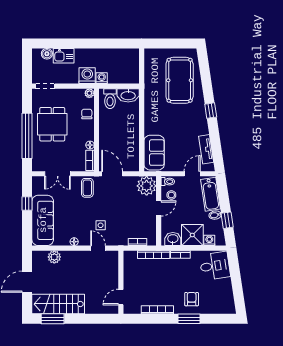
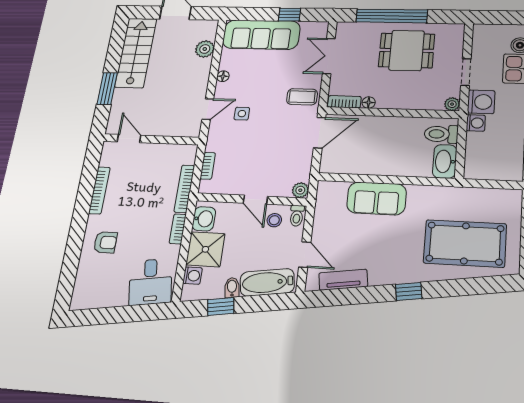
doorway: (45, 86) -> (466, 72), moved
chair: (87, 114) -> (419, 99), removed
sofa: (154, 153) -> (377, 198), moved
plant: (147, 186) -> (300, 190), width x0.53, depth x0.53
window: (53, 319) -> (107, 89), moved
window: (189, 319) -> (76, 237), removed

